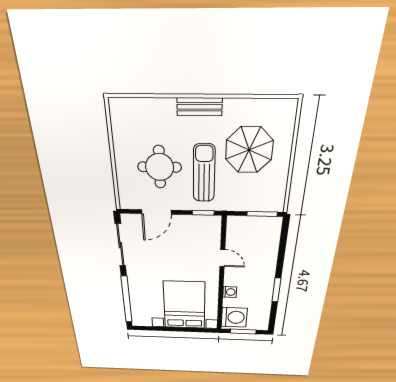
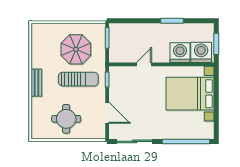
parasol: (249, 150) -> (76, 49), moved
round table: (160, 167) -> (66, 119), moved
sun lounger: (204, 173) -> (78, 79), turned 180
washing machine: (230, 292) -> (180, 53), width x1.89, depth x1.89

